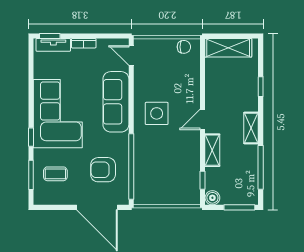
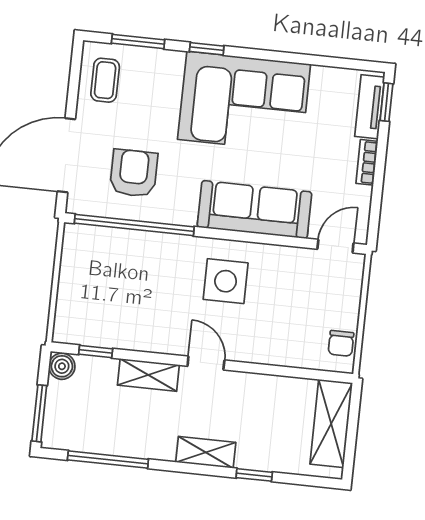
shelving: (251, 128) -> (206, 452), moved
coffee table: (55, 174) -> (105, 80), moved

